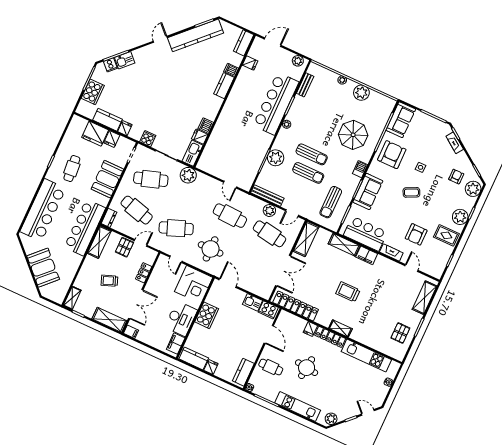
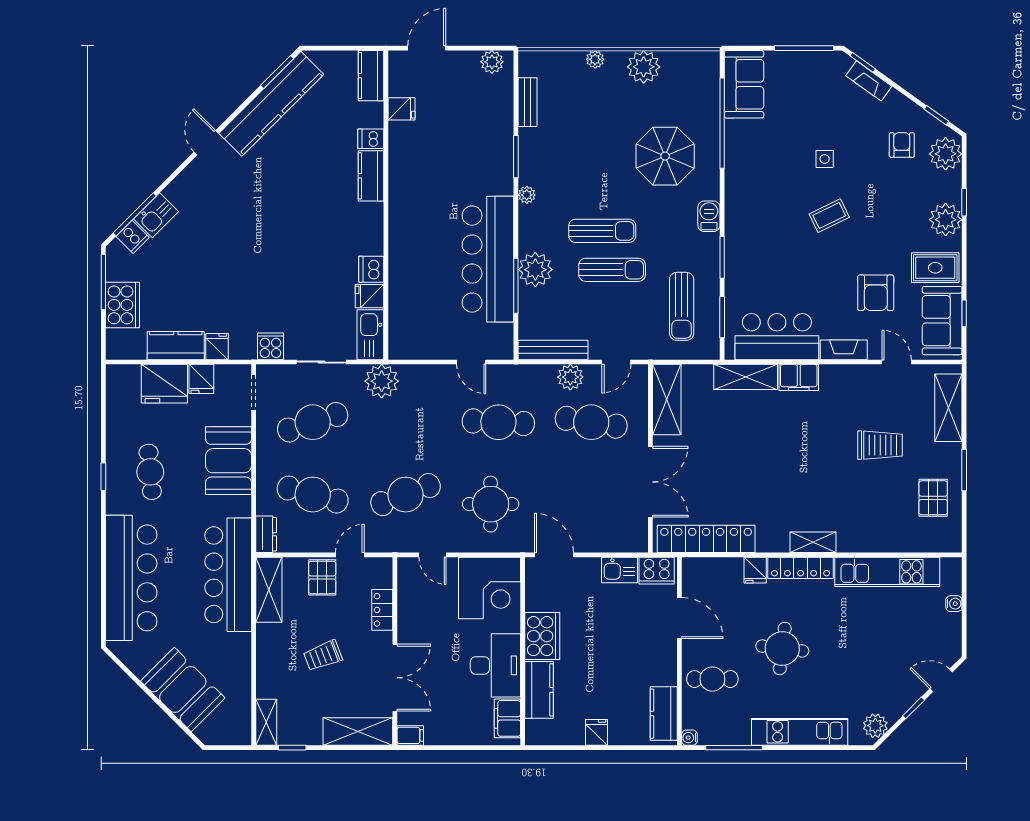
bar counter: (276, 104) -> (488, 259), moved
armchair: (392, 155) -> (758, 160), removed
sofa: (368, 191) -> (942, 321), moved, turned 180
trolley: (348, 292) -> (880, 445), moved, turned 180
kitchen counter: (194, 358) -> (539, 690), moved, turned 90

